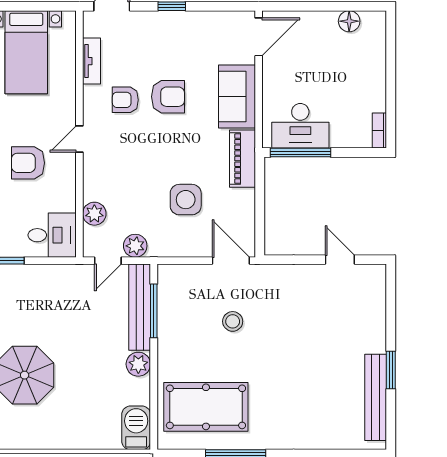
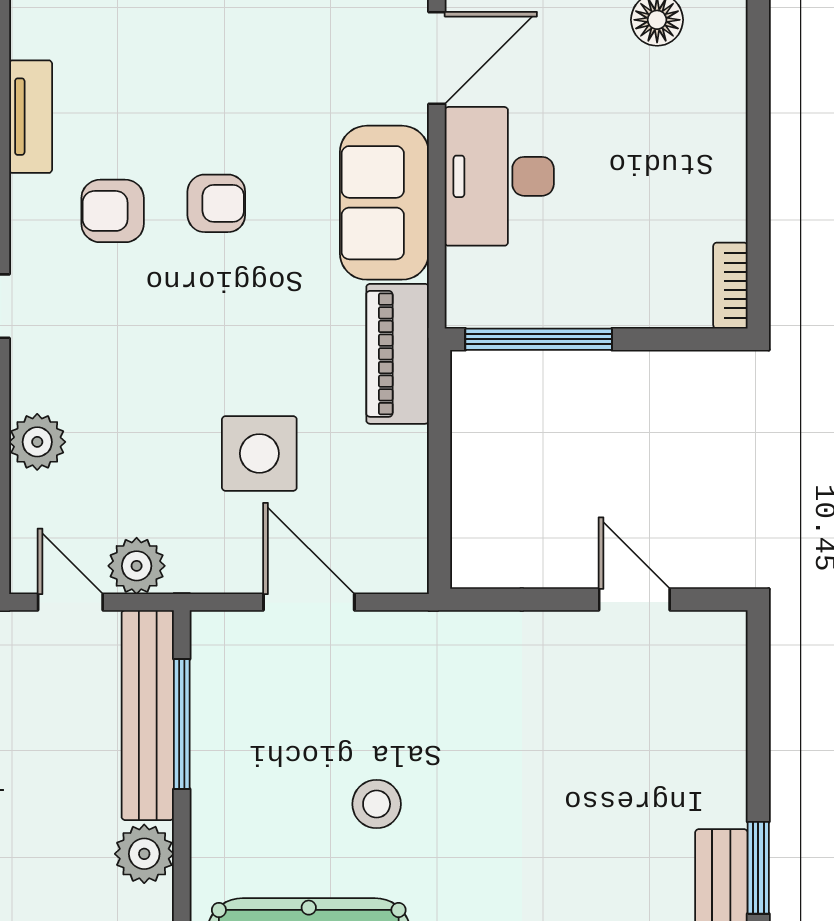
armchair: (168, 97) -> (216, 203), width x0.72, depth x0.72
desk: (300, 126) -> (499, 176), moved, turned 90
plant: (94, 214) -> (37, 442), moved
door: (108, 261) -> (70, 602), swing flipped
door: (231, 261) -> (309, 602), moved
stool: (233, 321) -> (377, 804), moved

